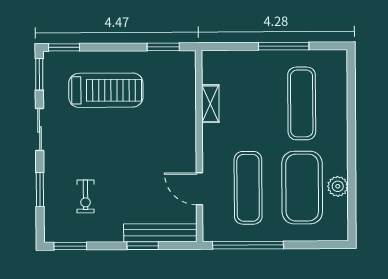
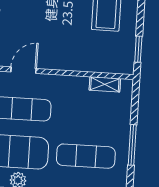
shelving: (210, 104) -> (105, 84), moved

